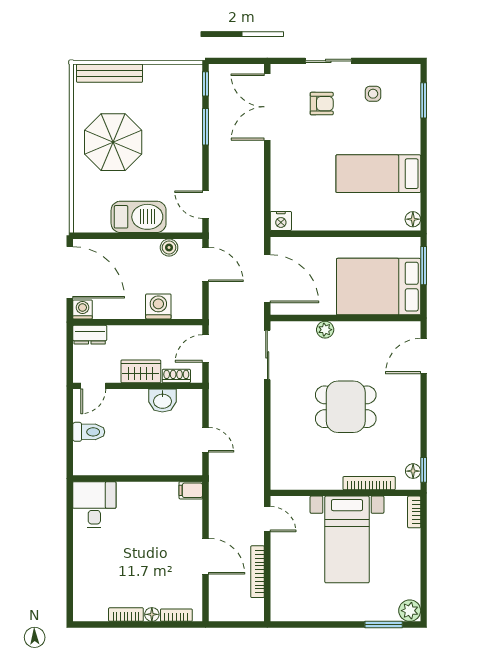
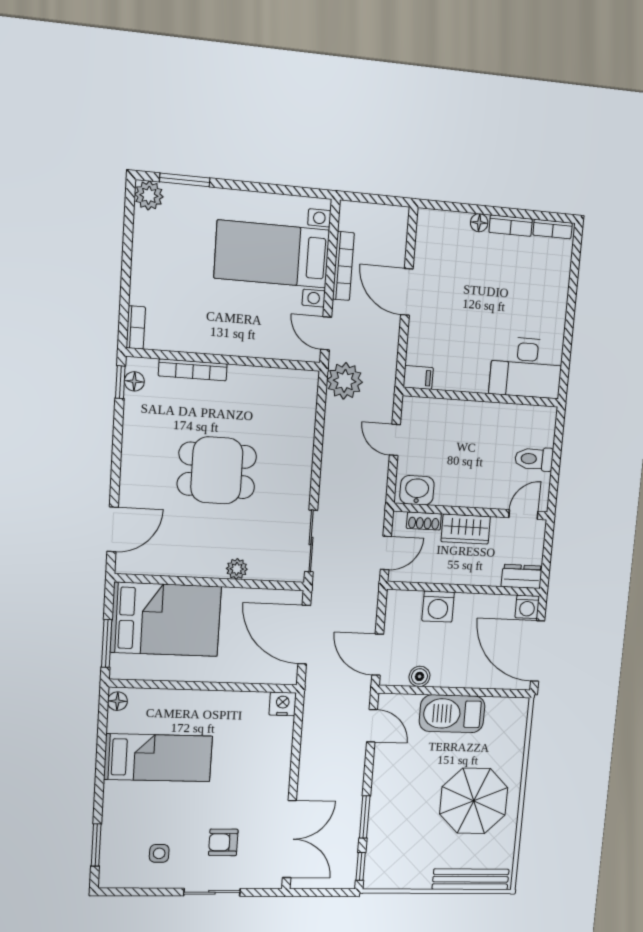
washbasin: (162, 401) -> (417, 490), moved
plant: (250, 483) -> (345, 381), added
desk: (94, 505) -> (526, 368), width x1.37
bed with nightstands: (347, 539) -> (272, 254), moved, turned -90
bookcase: (176, 615) -> (553, 229), moved

